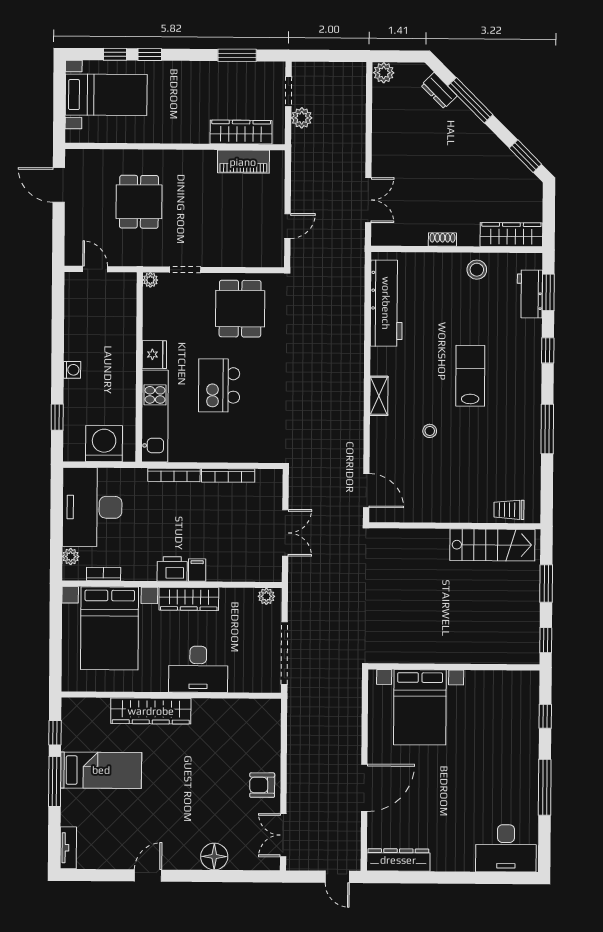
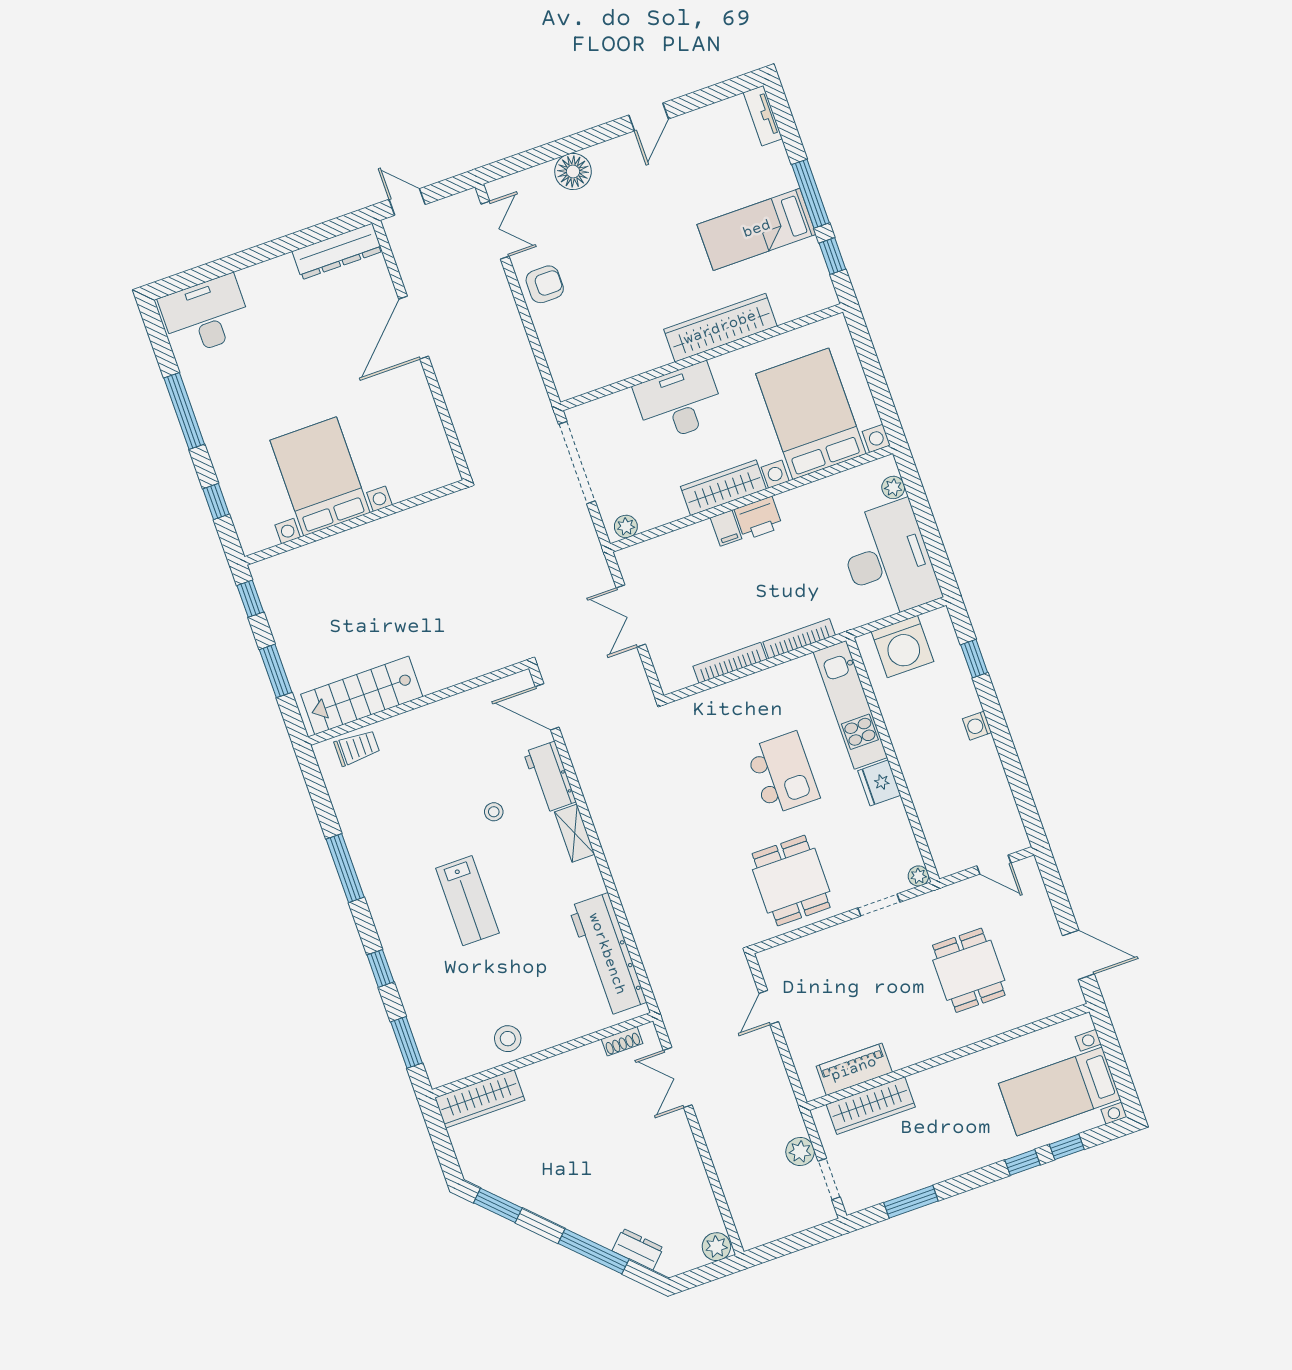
shoe rack: (442, 239) -> (622, 1041), moved
workbench: (530, 294) -> (550, 777), moved, turned 180
bookcase: (104, 574) -> (843, 480), removed
bed with nightstands: (420, 707) -> (320, 476), moved

